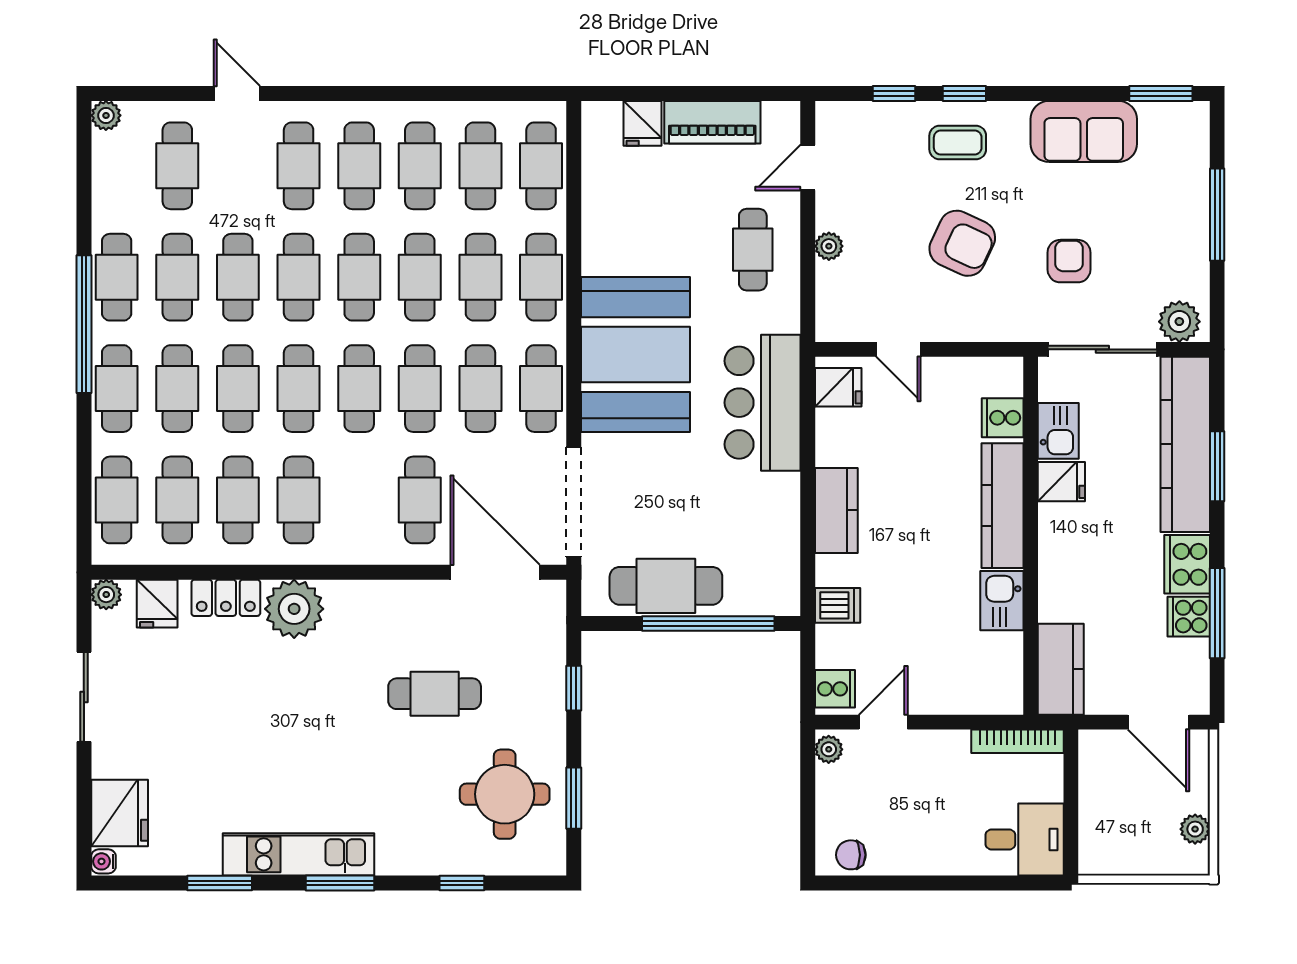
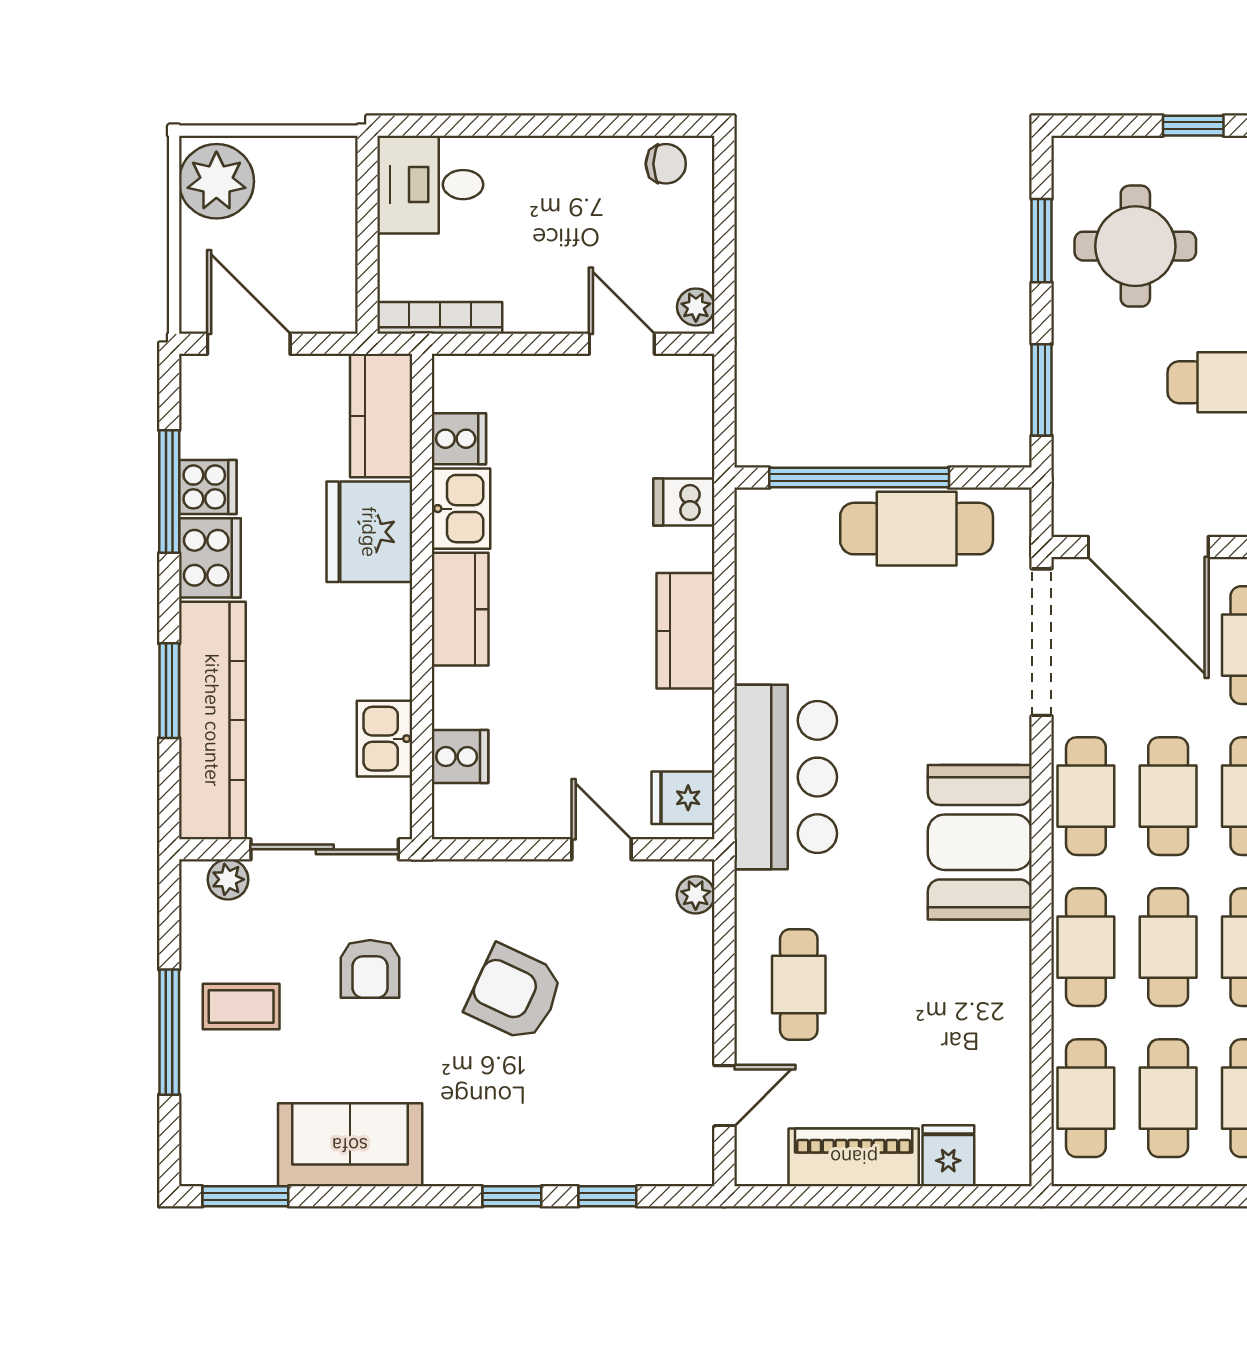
coffee table: (958, 143) -> (241, 1007), moved
plant: (829, 246) -> (696, 895), moved
plant: (1179, 322) -> (228, 879), width x0.73, depth x0.73
booth: (635, 355) -> (980, 842), width x0.73, depth x0.70
fridge: (1061, 482) -> (369, 532), moved, width x1.88, depth x1.34
kitchen counter: (1003, 506) -> (460, 609), width x0.67
window: (574, 688) -> (1042, 390), width x1.50
cooker: (835, 689) -> (459, 439), moved, turned 180
door: (883, 722) -> (622, 344), swing flipped
plant: (1195, 829) -> (216, 181), width x1.88, depth x1.88

